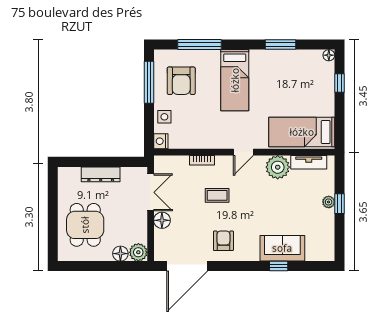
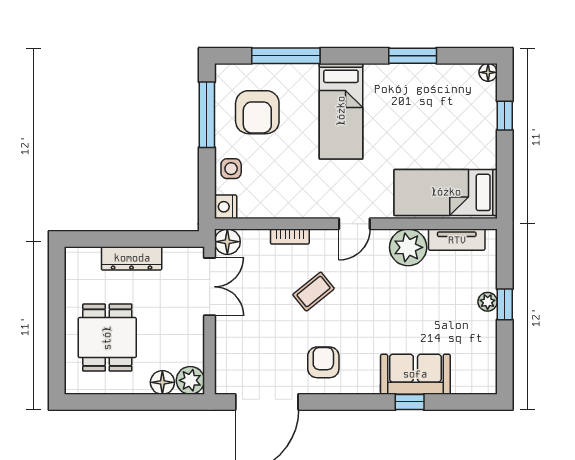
coffee table: (217, 195) -> (314, 292), turned -39
floor lamp: (162, 220) -> (227, 242), moved

